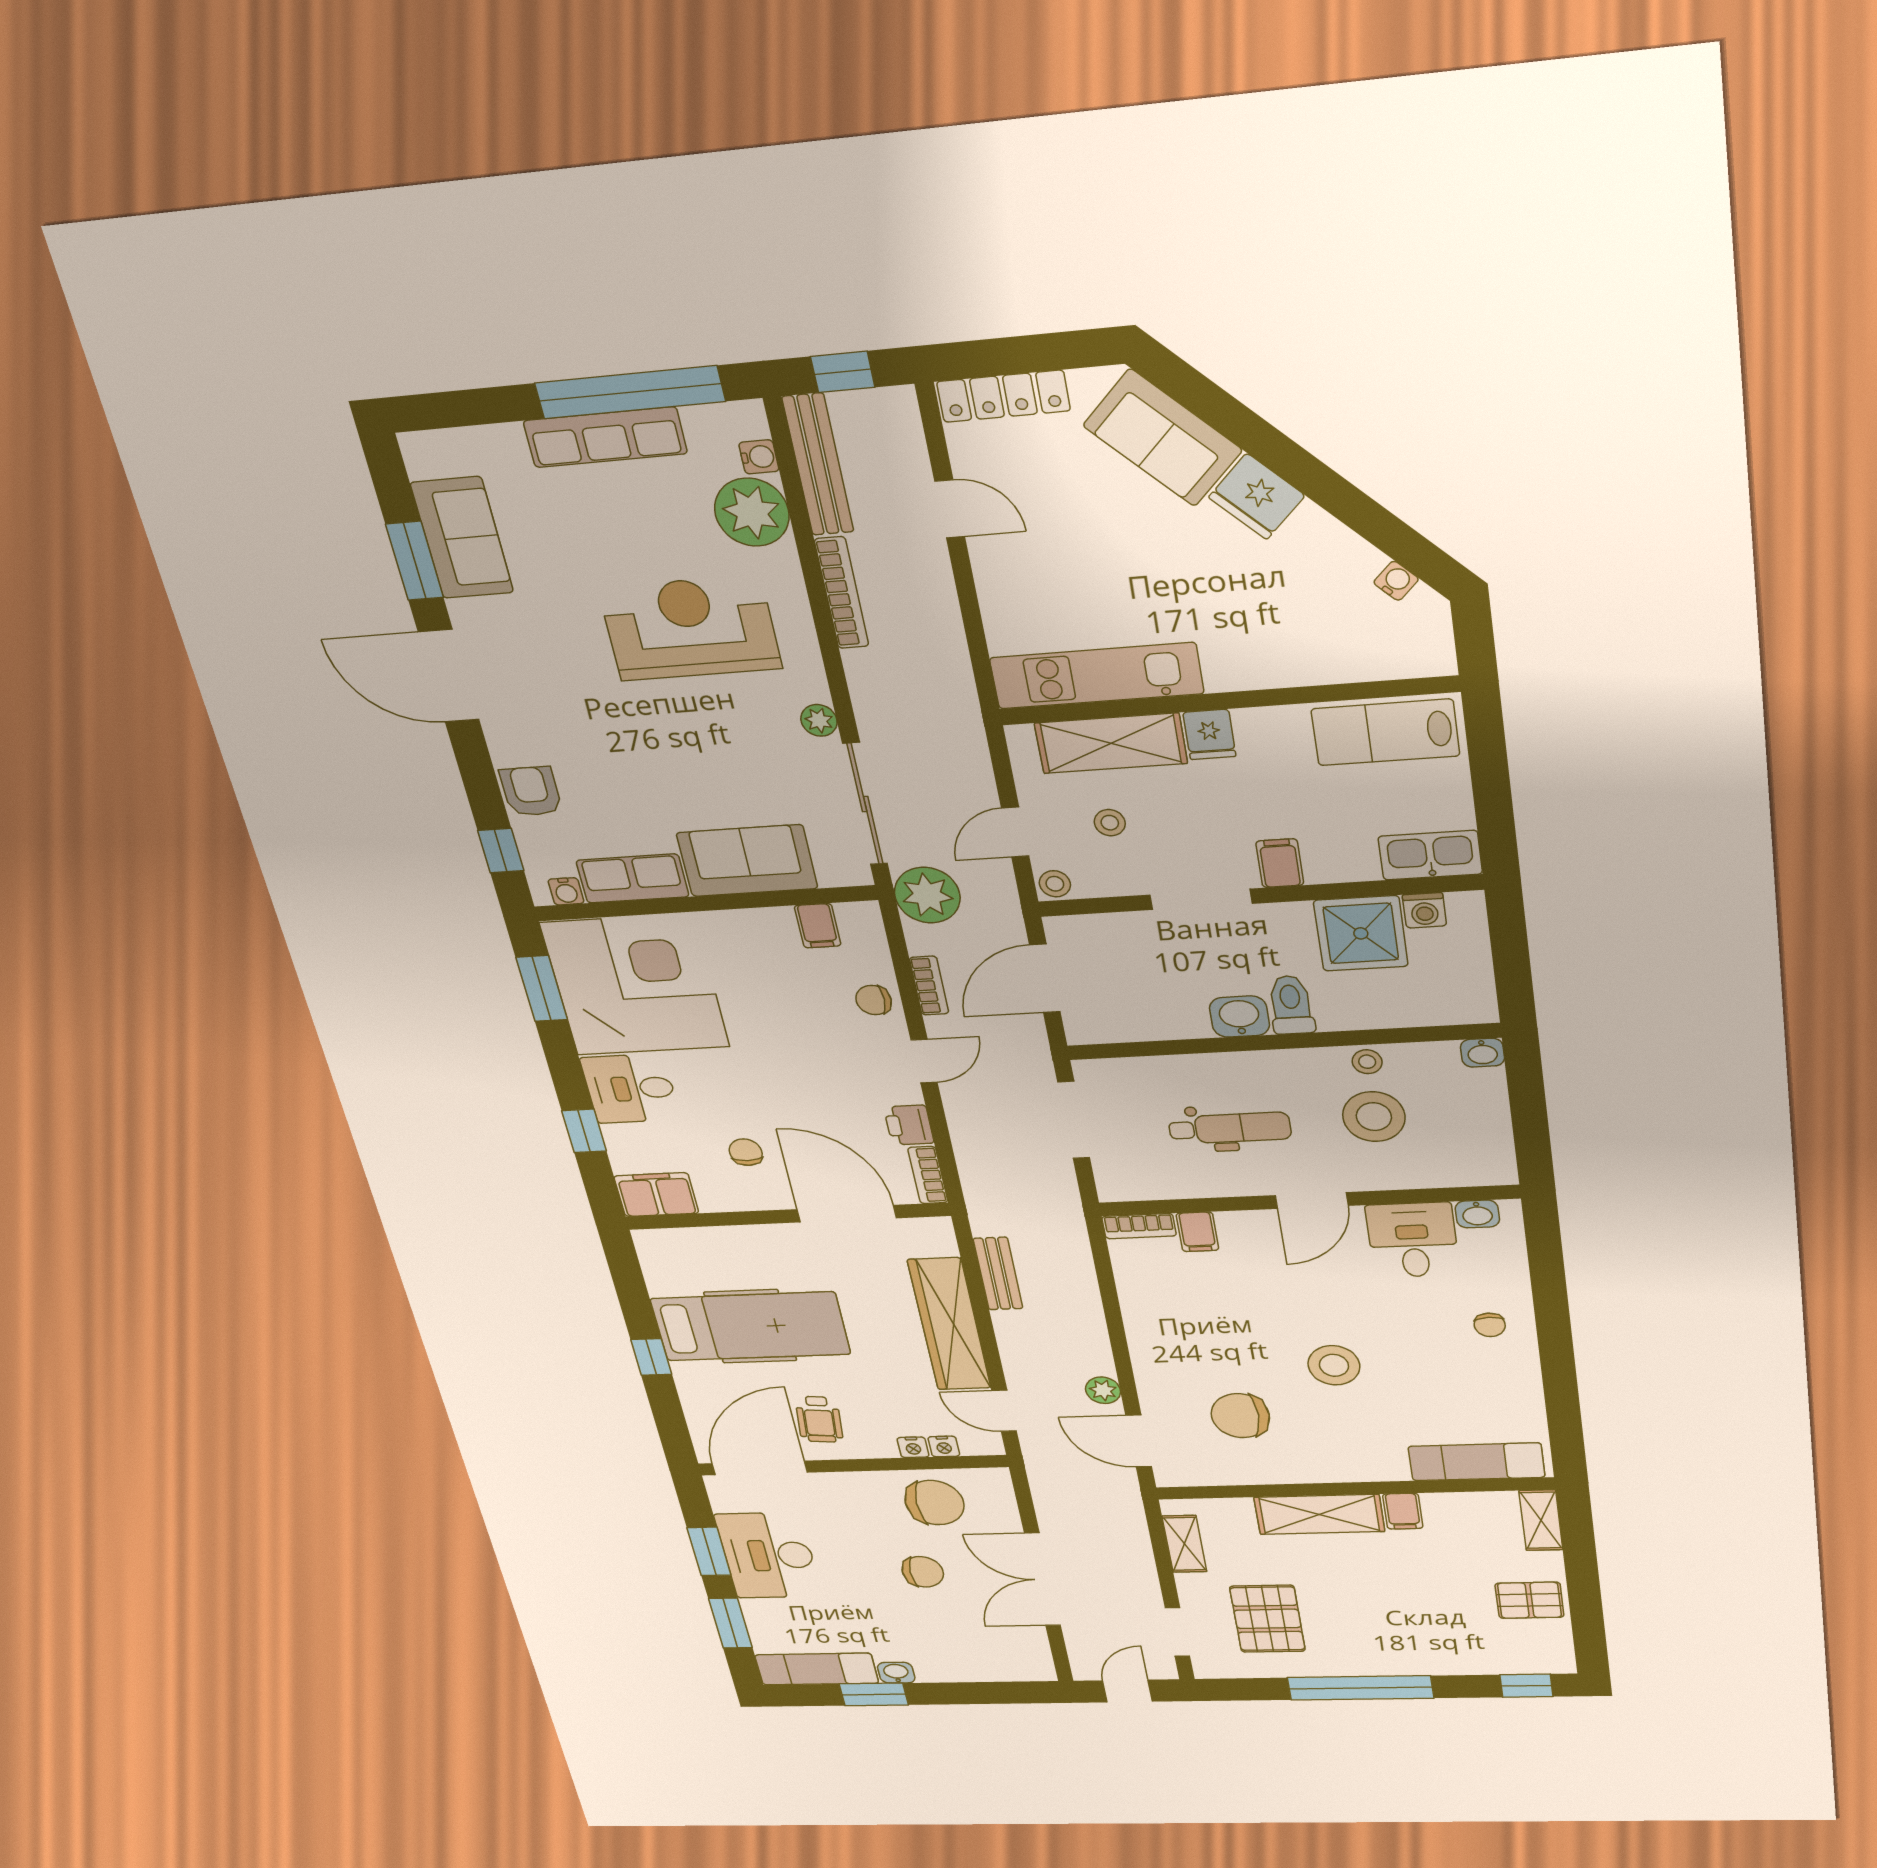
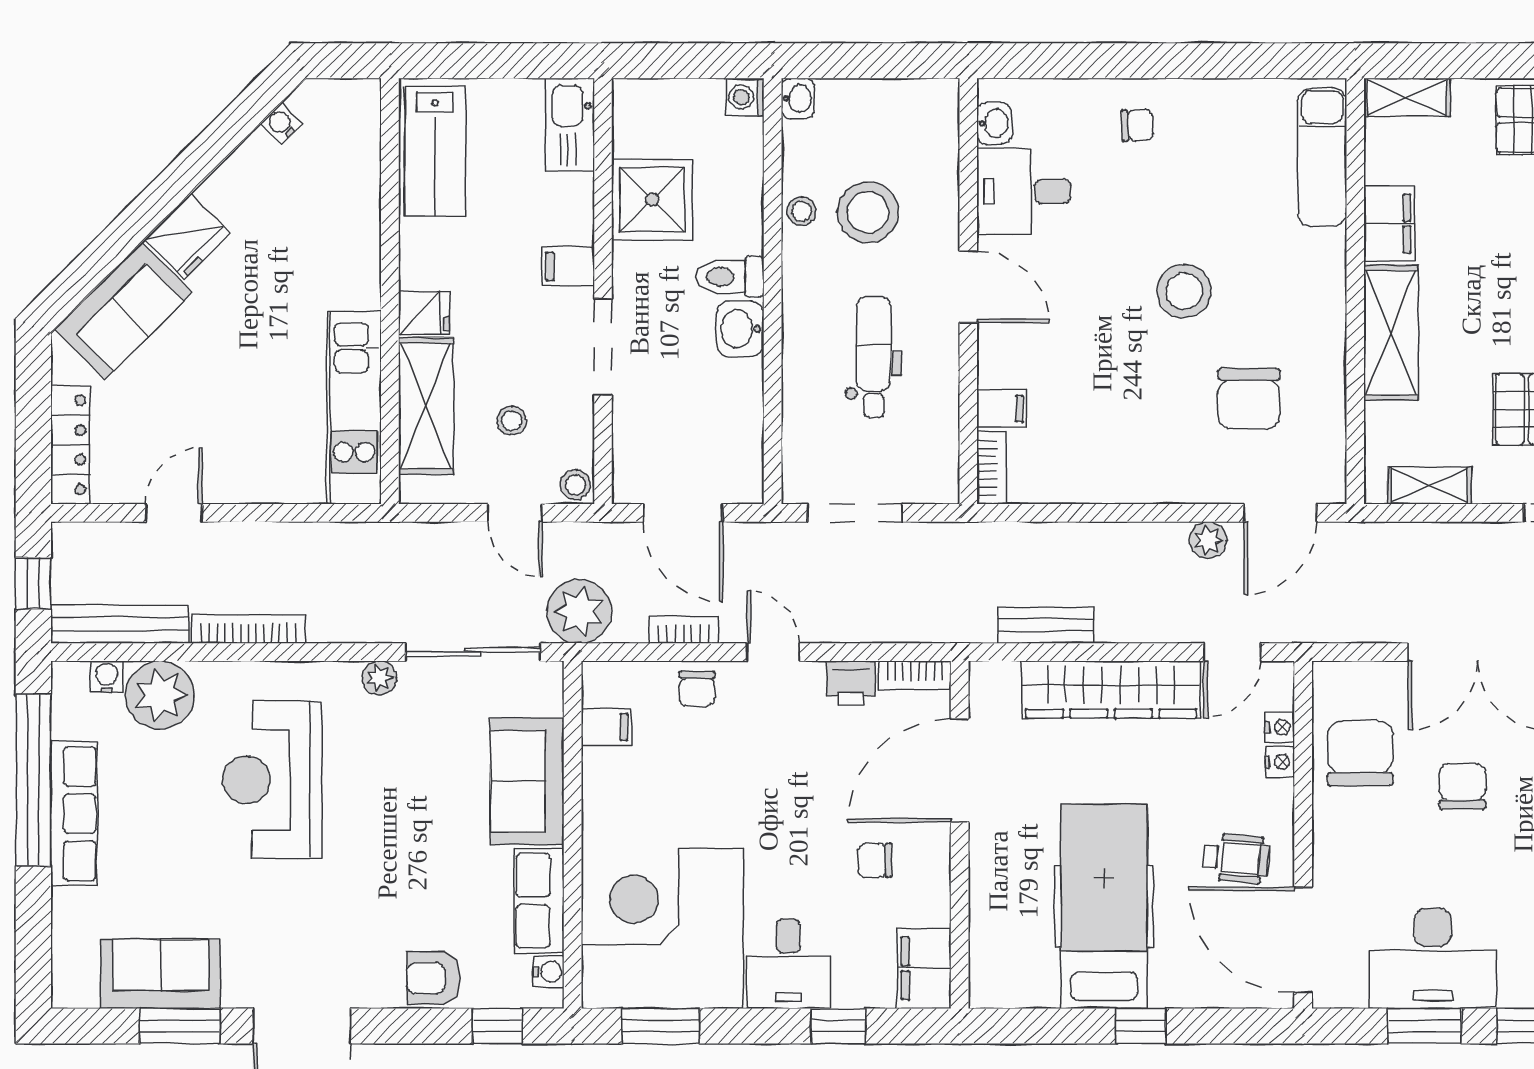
washing machine: (1424, 910) -> (745, 97), moved, turned 180
filing cabinet: (1403, 1511) -> (1389, 224), width x2.00

